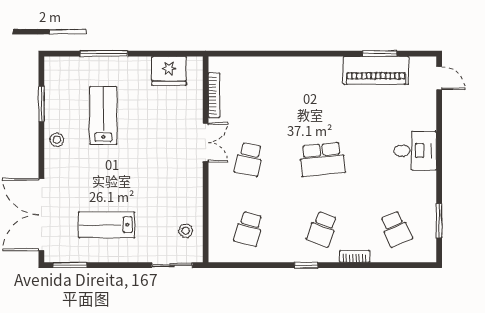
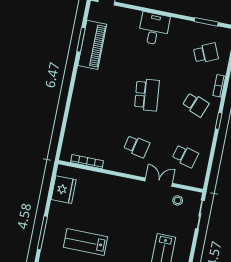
double door: (206, 142) -> (159, 182), moved

